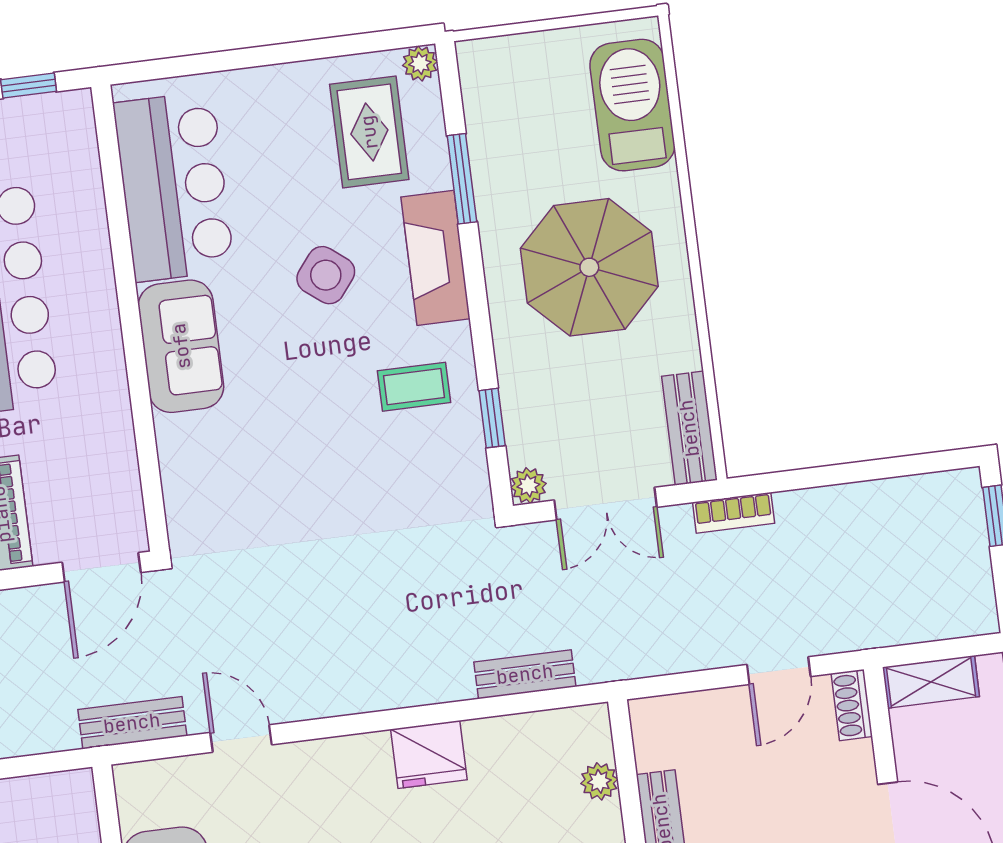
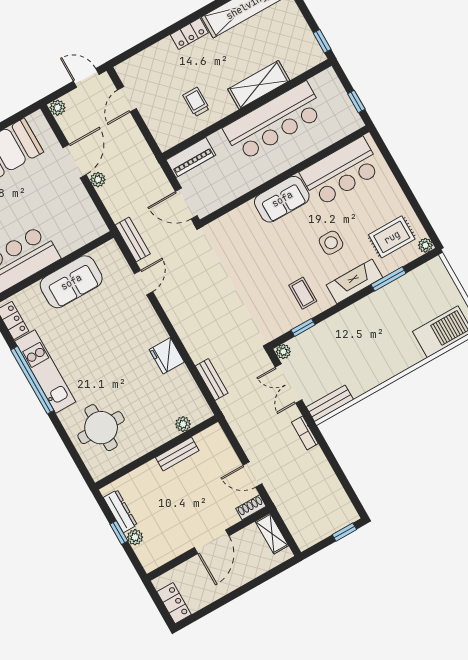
parasol: (589, 267) -> (375, 341), removed
side table: (326, 275) -> (331, 243), turned -38

